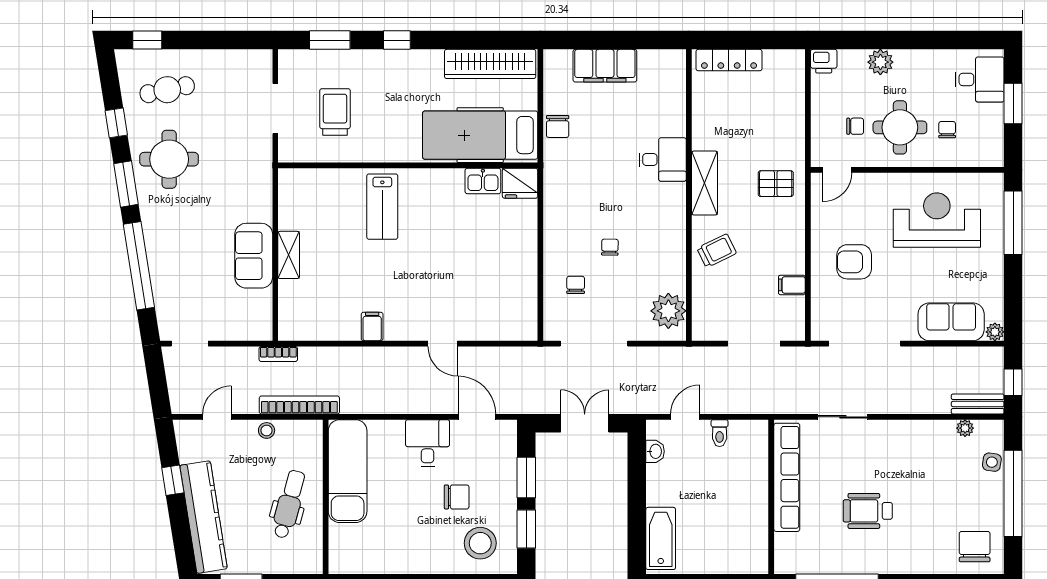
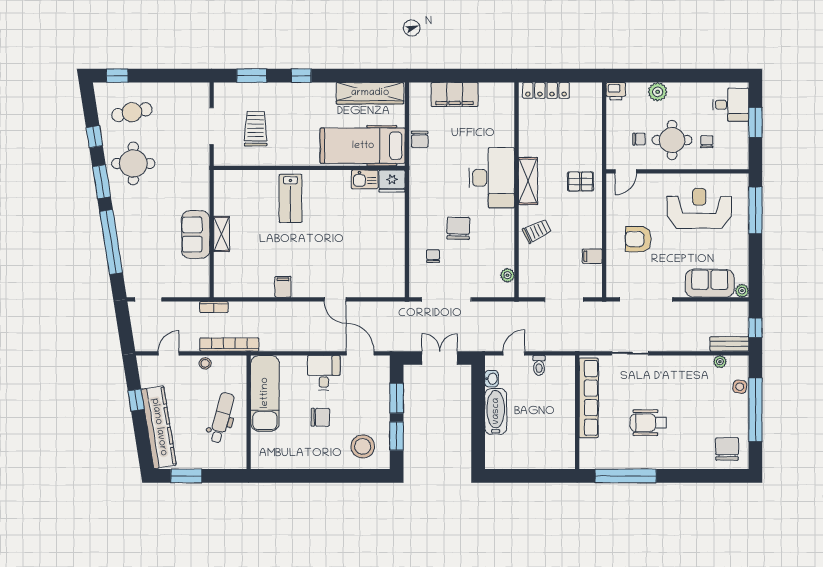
desk: (663, 160) -> (492, 178), width x1.87, depth x1.30
chair: (610, 247) -> (458, 228), width x1.87, depth x1.87
plant: (668, 311) -> (508, 275), width x0.53, depth x0.53
chair: (457, 497) -> (320, 417), moved
bathtub: (661, 538) -> (496, 411), moved

